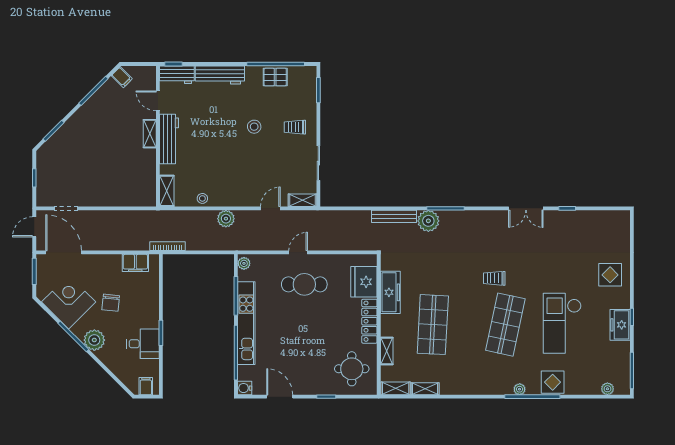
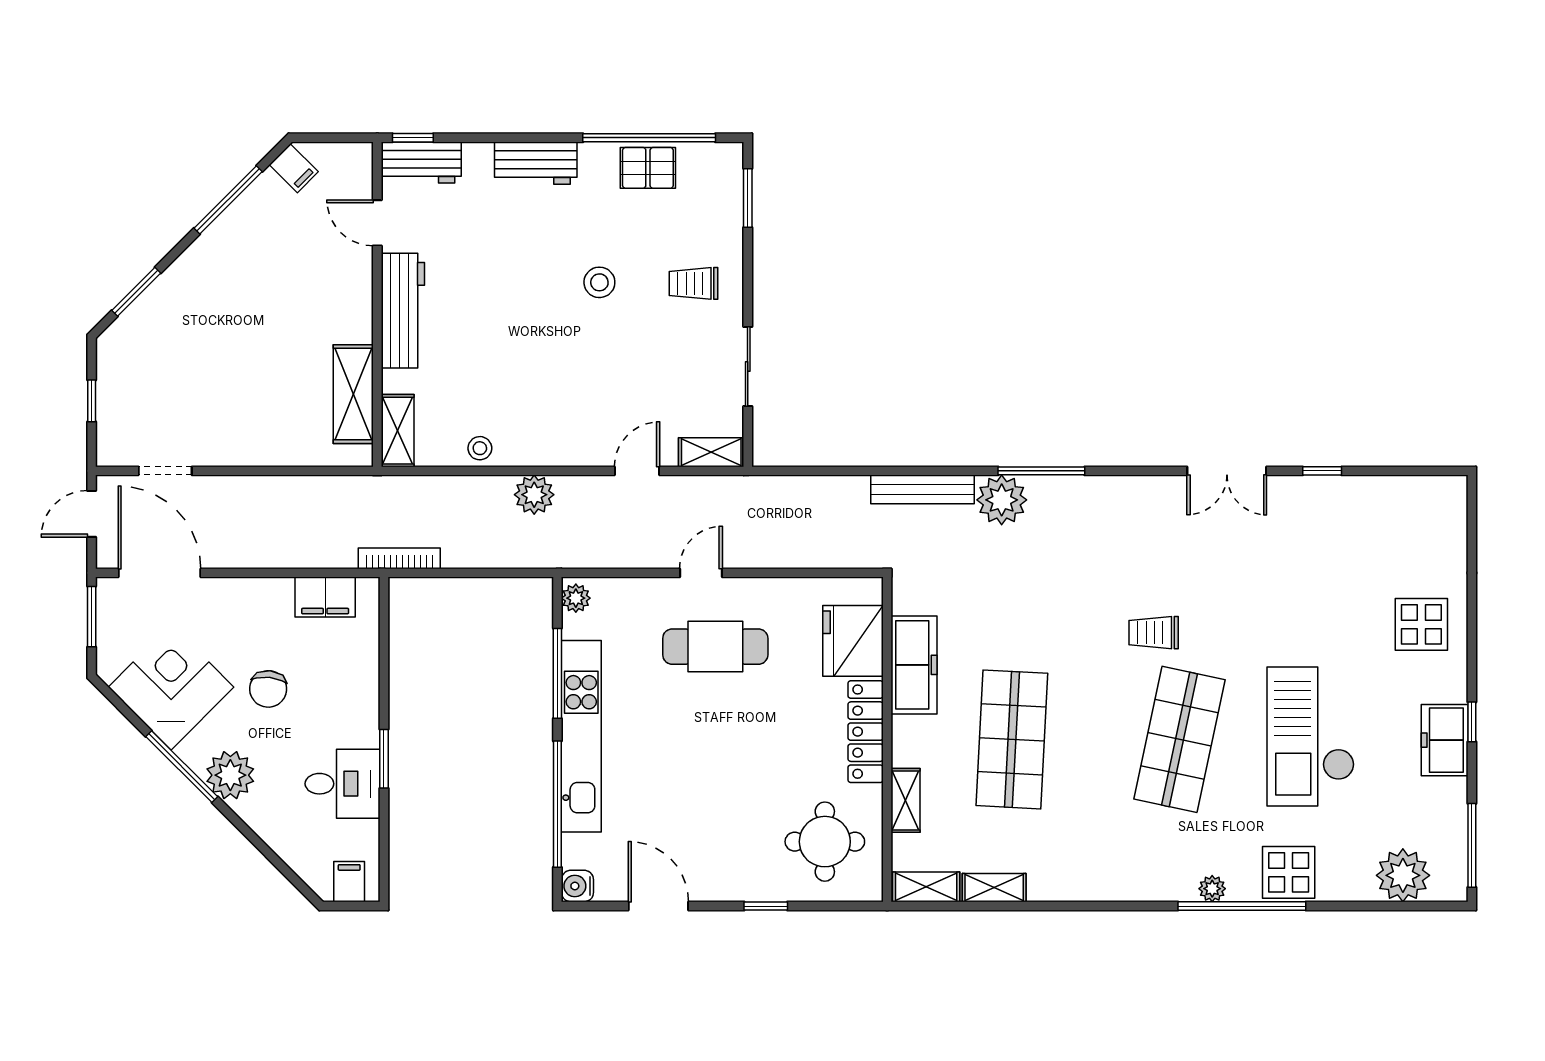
workbench: (220, 75) -> (536, 163), width x0.73
shelving: (150, 134) -> (353, 394), moved, width x1.50, depth x1.33
plant: (607, 389) -> (1403, 875), width x1.87, depth x1.87

